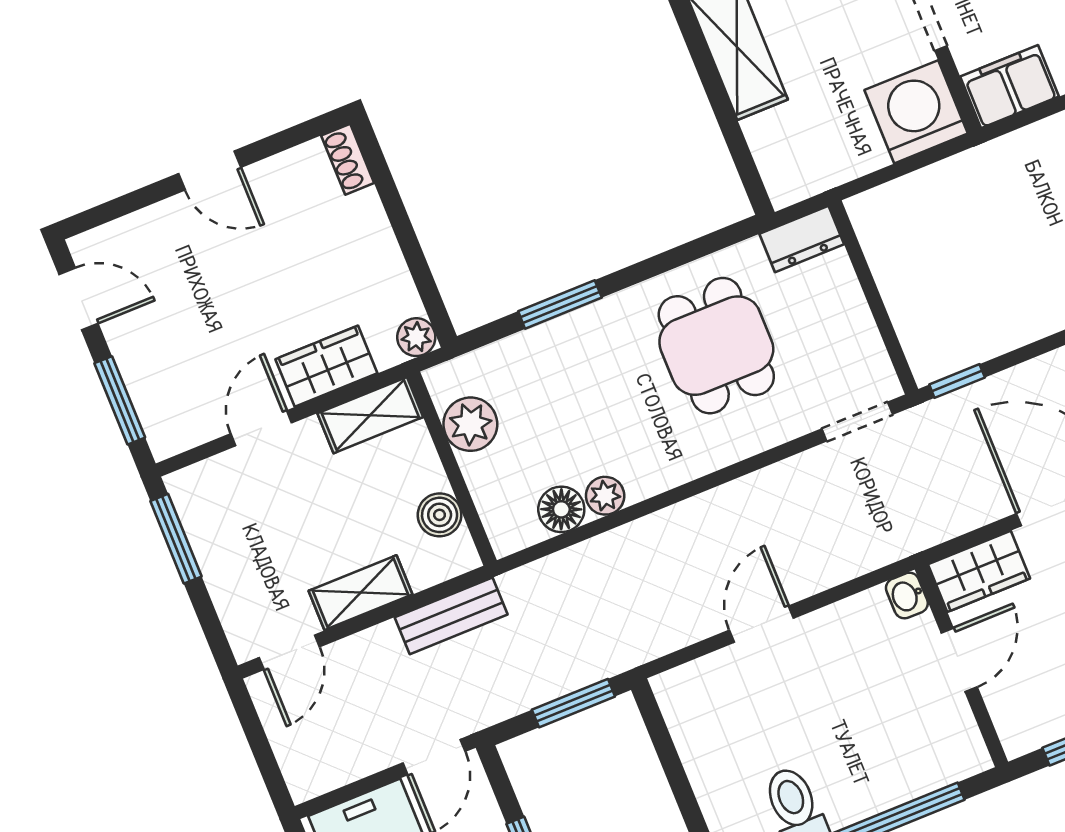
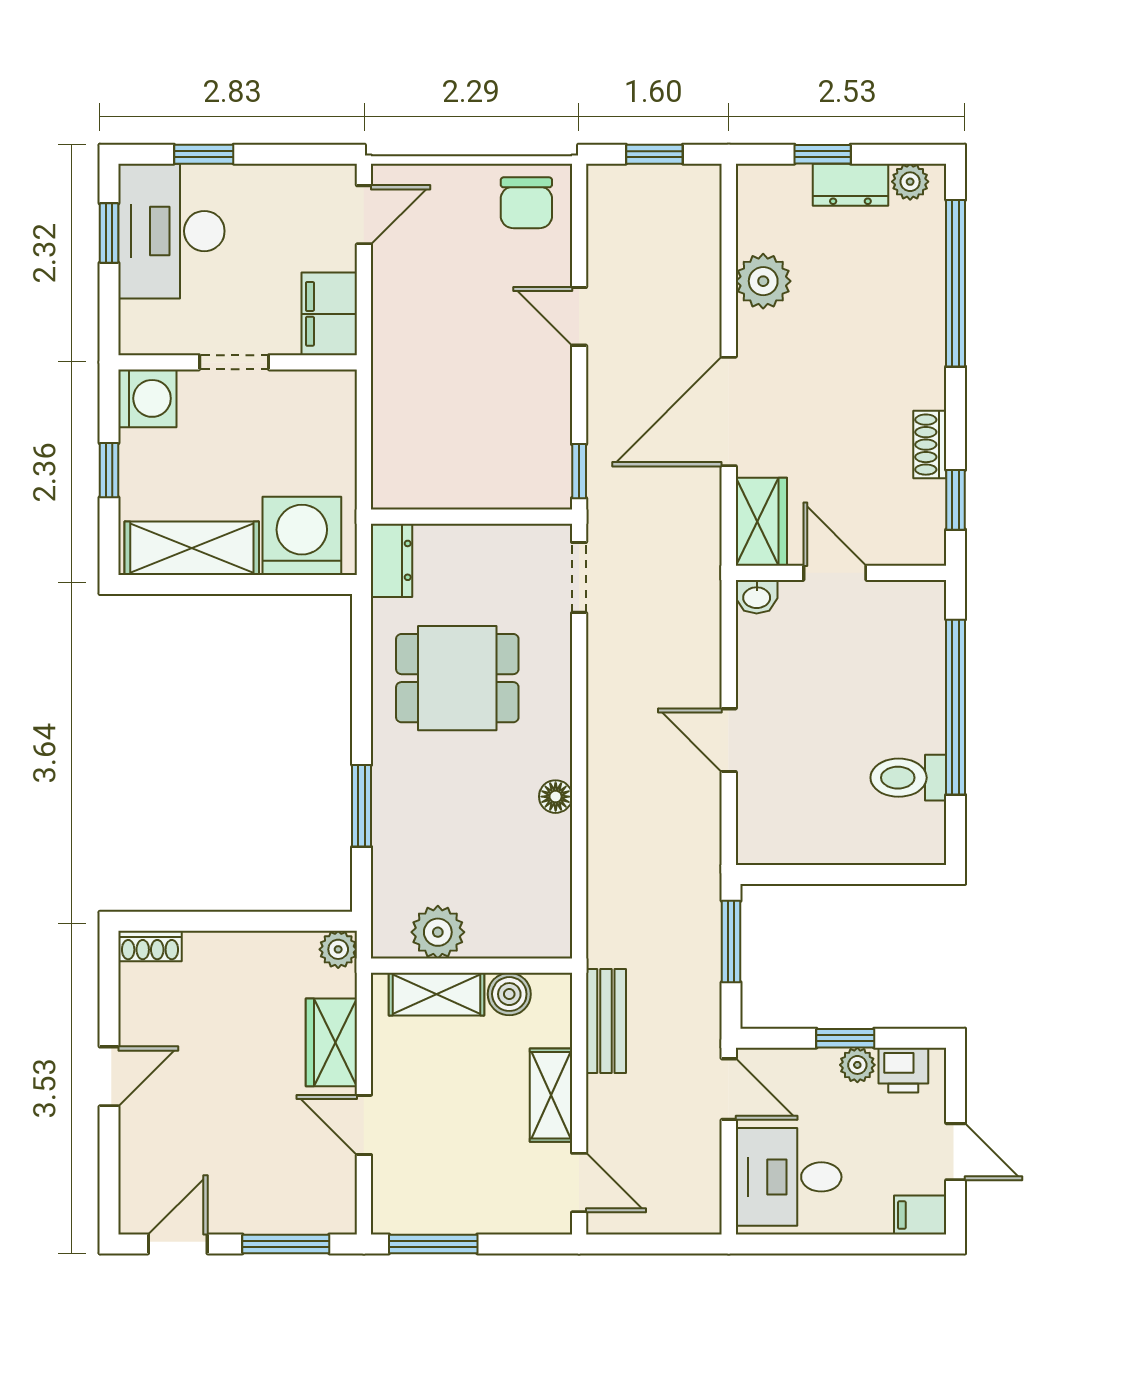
washing machine: (916, 112) -> (302, 536), moved, turned 90
shelving: (370, 415) -> (437, 994), moved, turned 90
plant: (605, 496) -> (553, 836), removed
floor lamp: (561, 509) -> (556, 797), moved, width x0.73, depth x0.73

